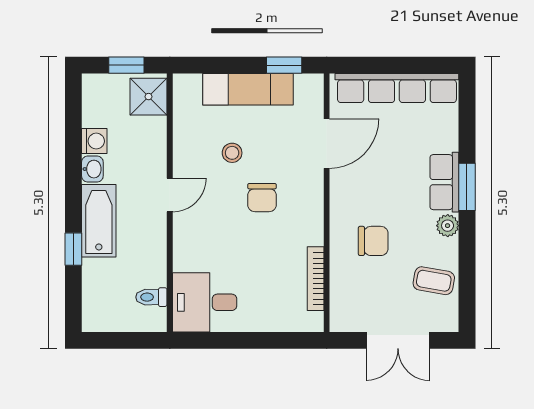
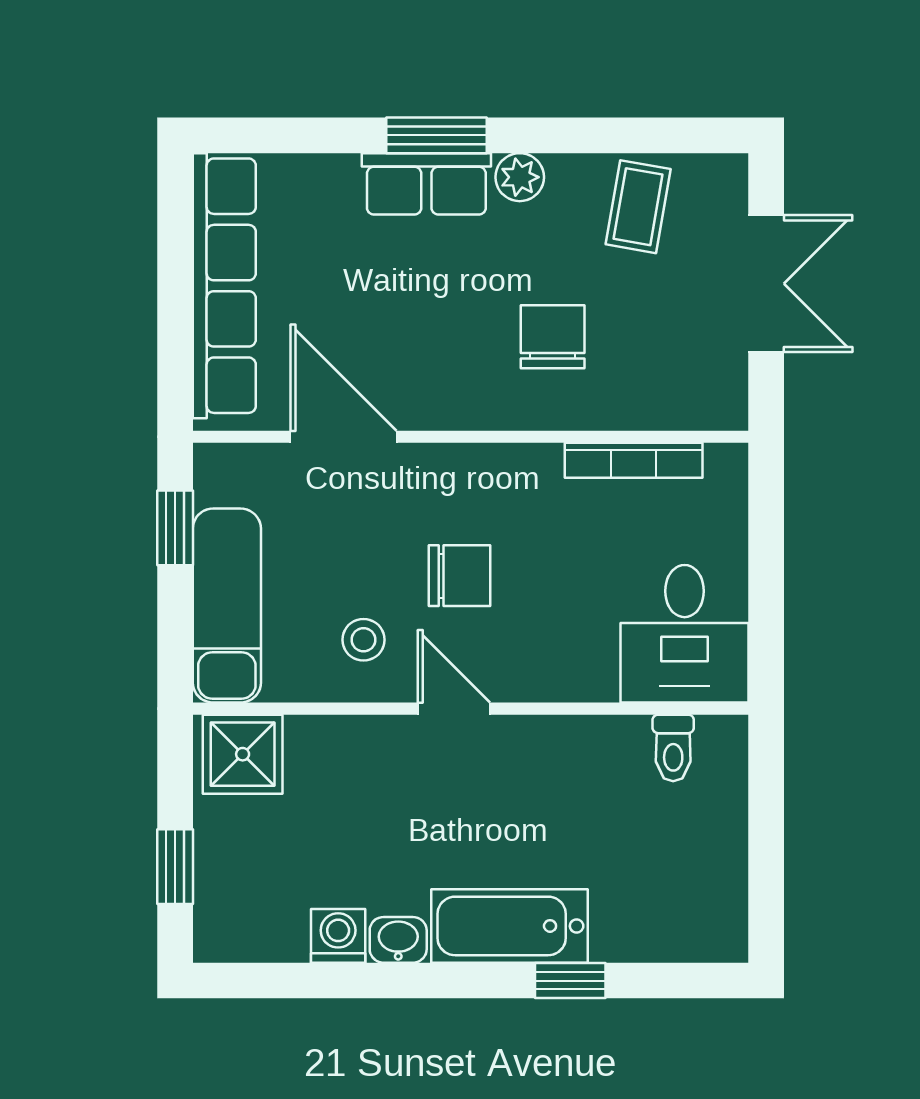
shower: (149, 97) -> (243, 754), moved
door: (170, 195) -> (454, 709), moved
wall: (170, 203) -> (471, 709), moved
toilet: (151, 297) -> (673, 748), moved
desk: (205, 302) -> (685, 634), moved

